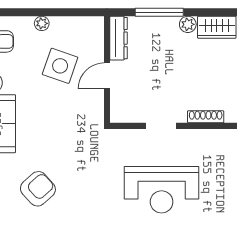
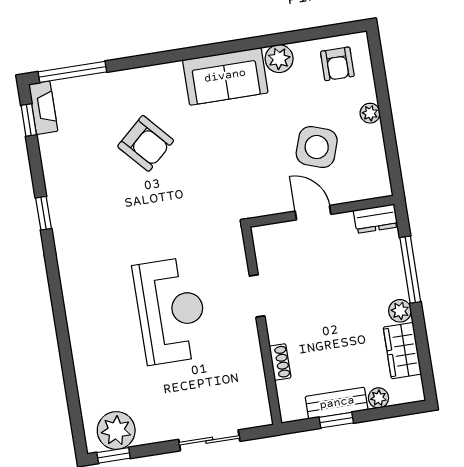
dresser: (119, 38) -> (376, 219), width x0.70
shoe rack: (206, 117) -> (280, 362), width x0.70
reception desk: (162, 190) -> (171, 311), turned 180

